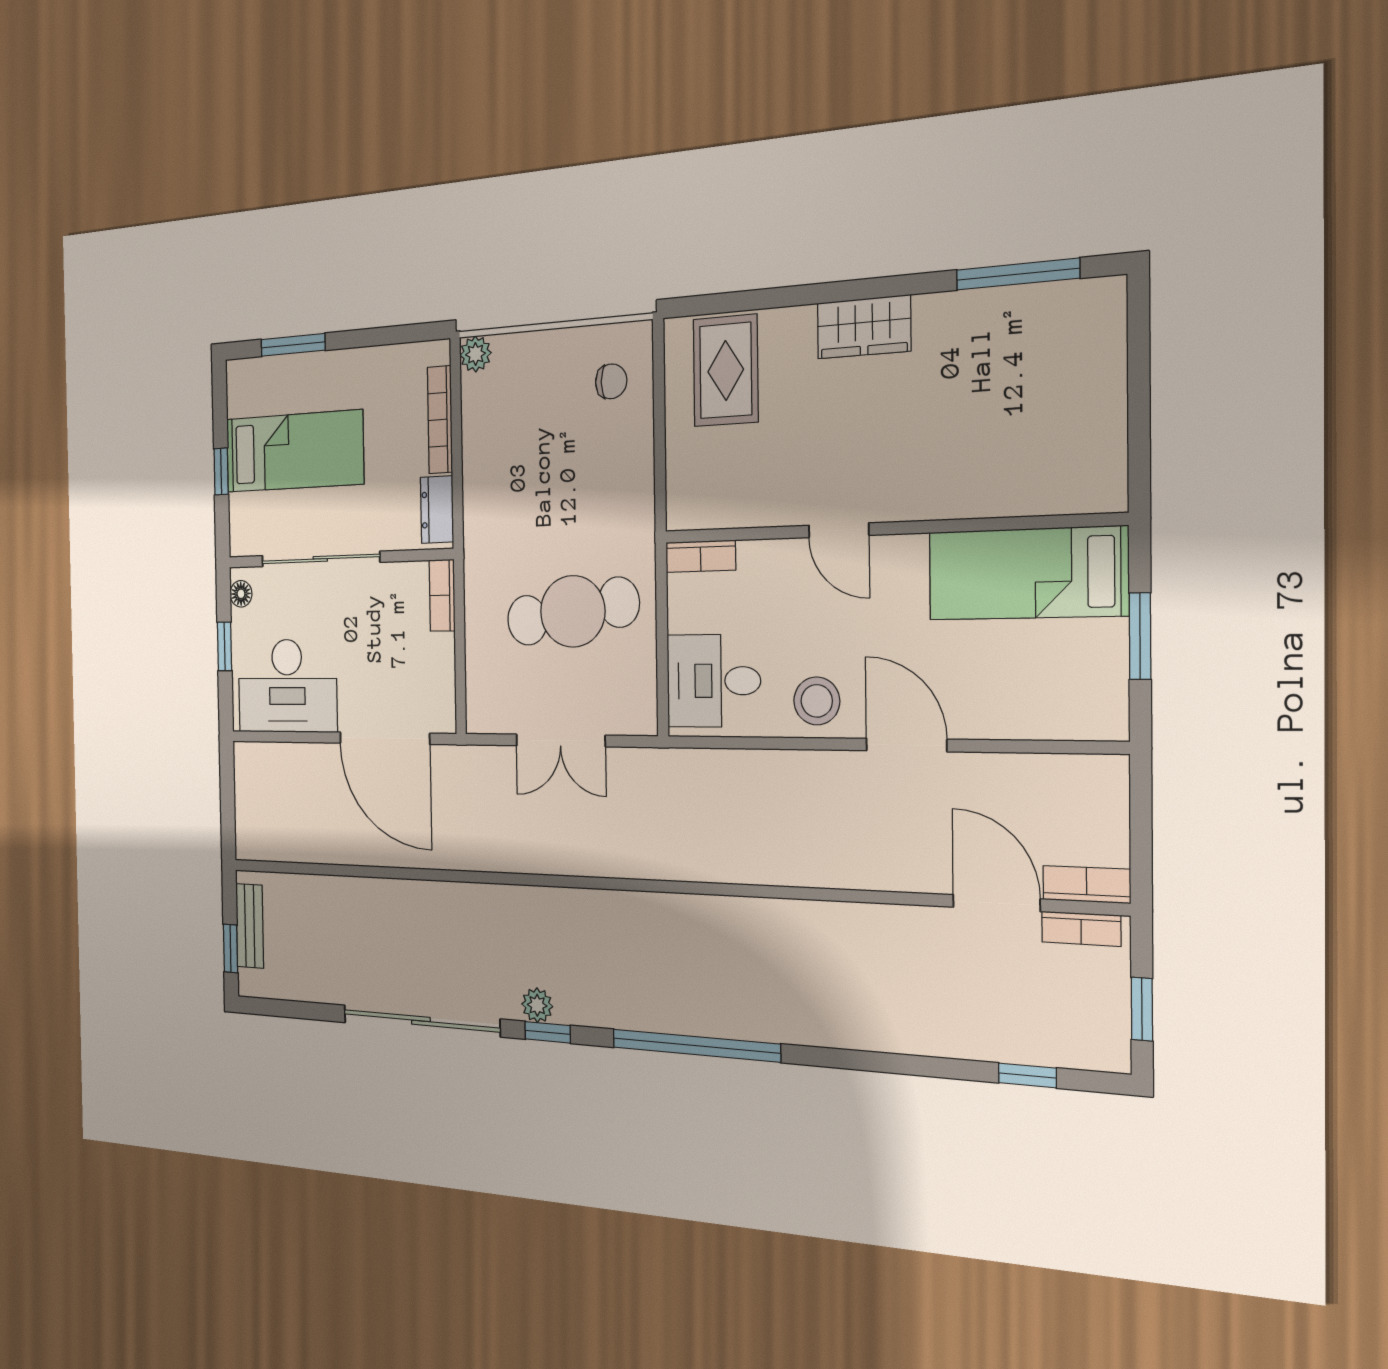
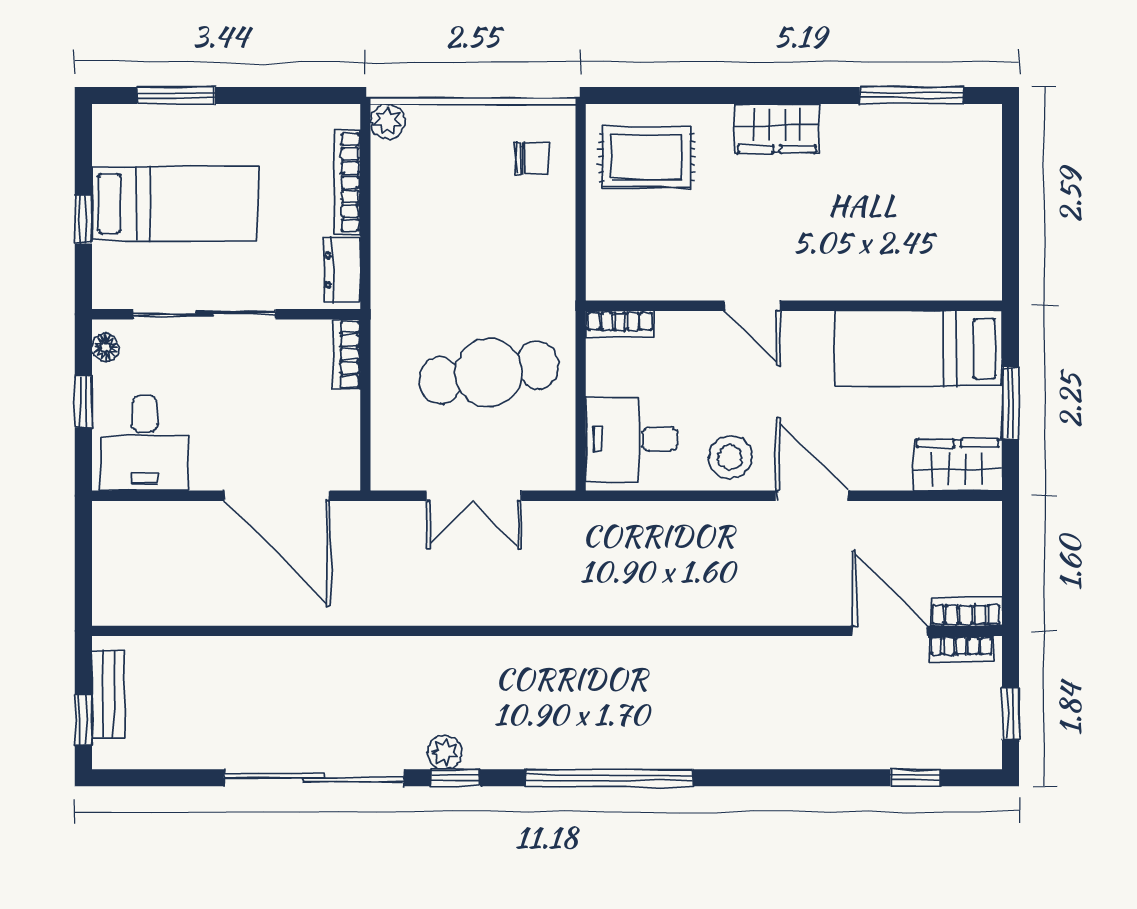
rug: (726, 371) -> (647, 157), turned 90
desk: (287, 686) -> (145, 443), width x0.73
wardrobe: (1076, 711) -> (958, 465), added

